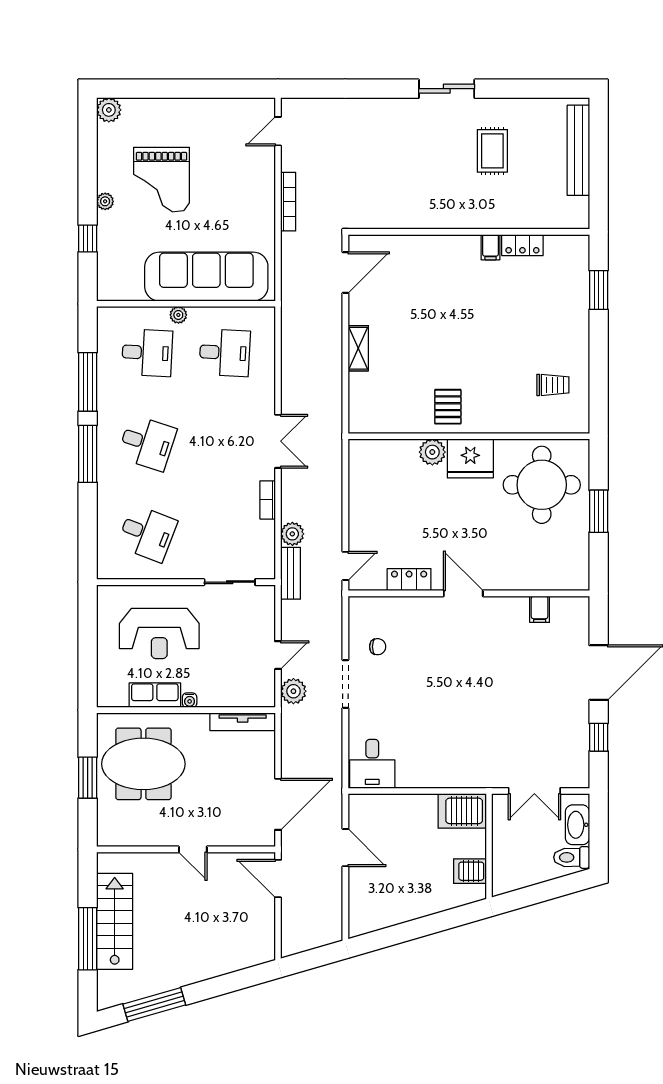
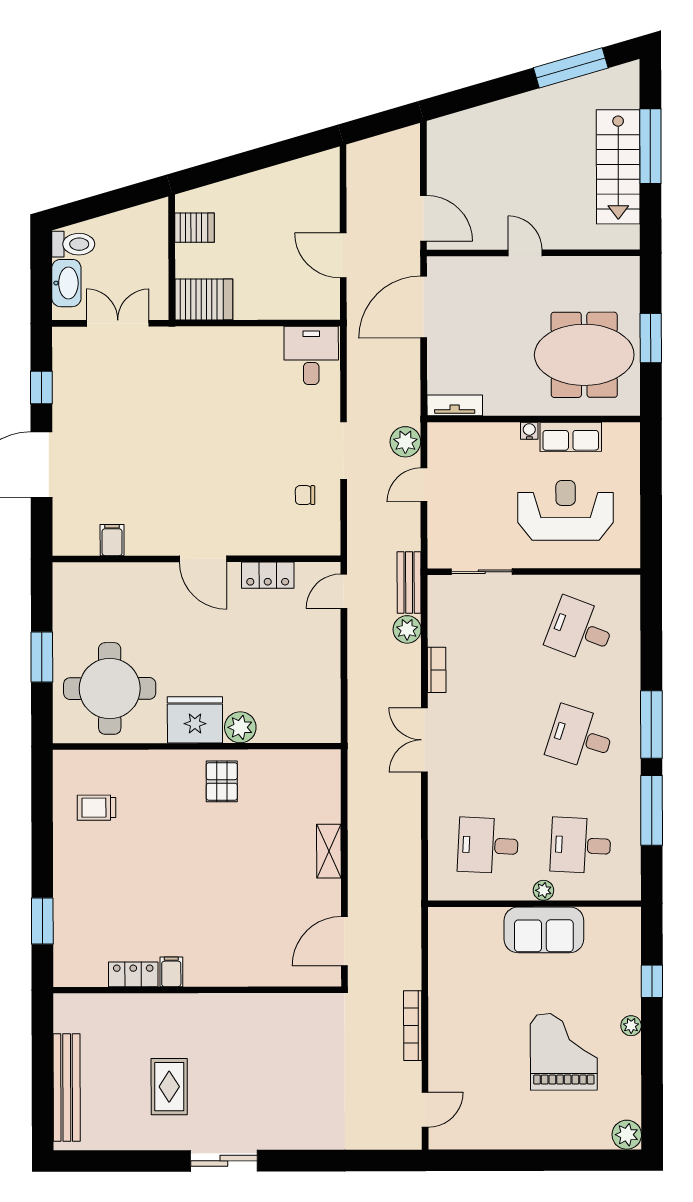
sofa: (206, 277) -> (544, 930), width x0.54, depth x0.79
tv unit: (243, 722) -> (455, 405), width x0.71

